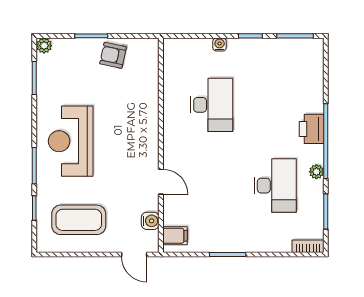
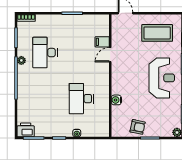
printer: (312, 129) -> (26, 130), moved, turned -90
door: (161, 182) -> (110, 55), hinge flipped
water cooler: (150, 221) -> (116, 100), moved
filing cabinet: (175, 236) -> (102, 42), moved

